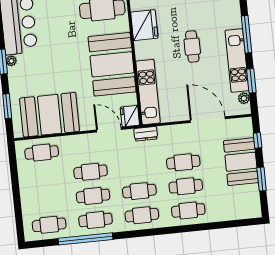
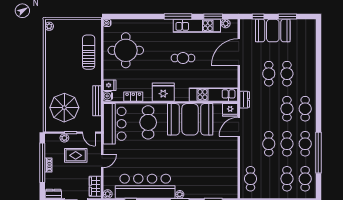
booth: (50, 115) -> (223, 170), removed
cafe table: (188, 210) -> (287, 179), moved

